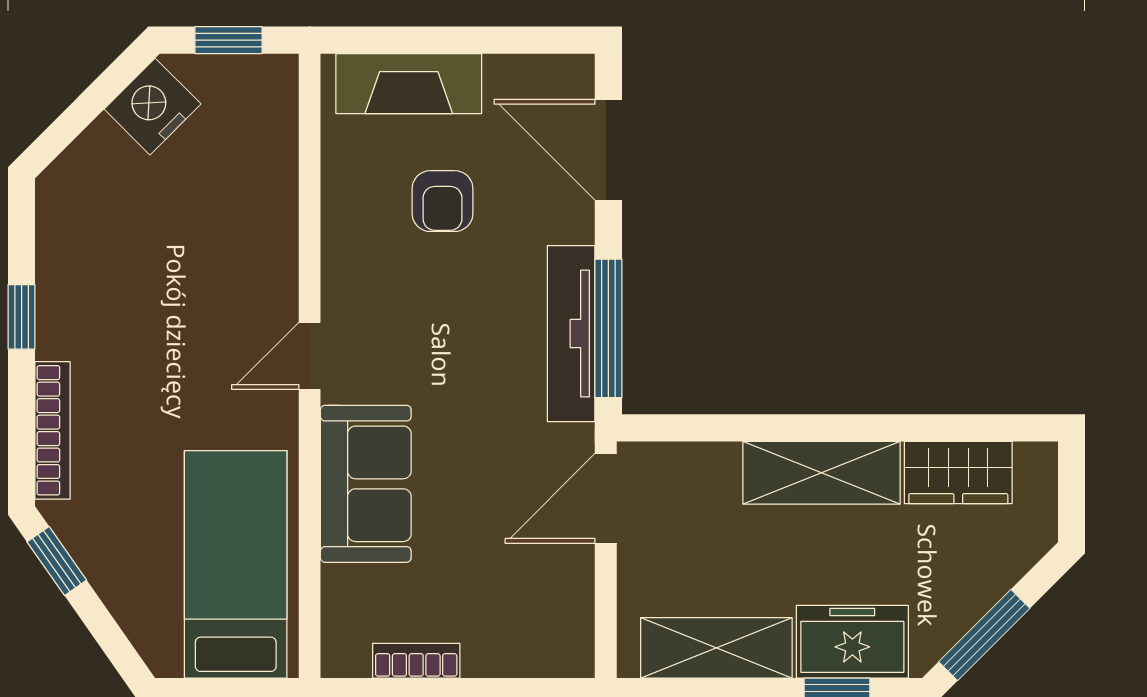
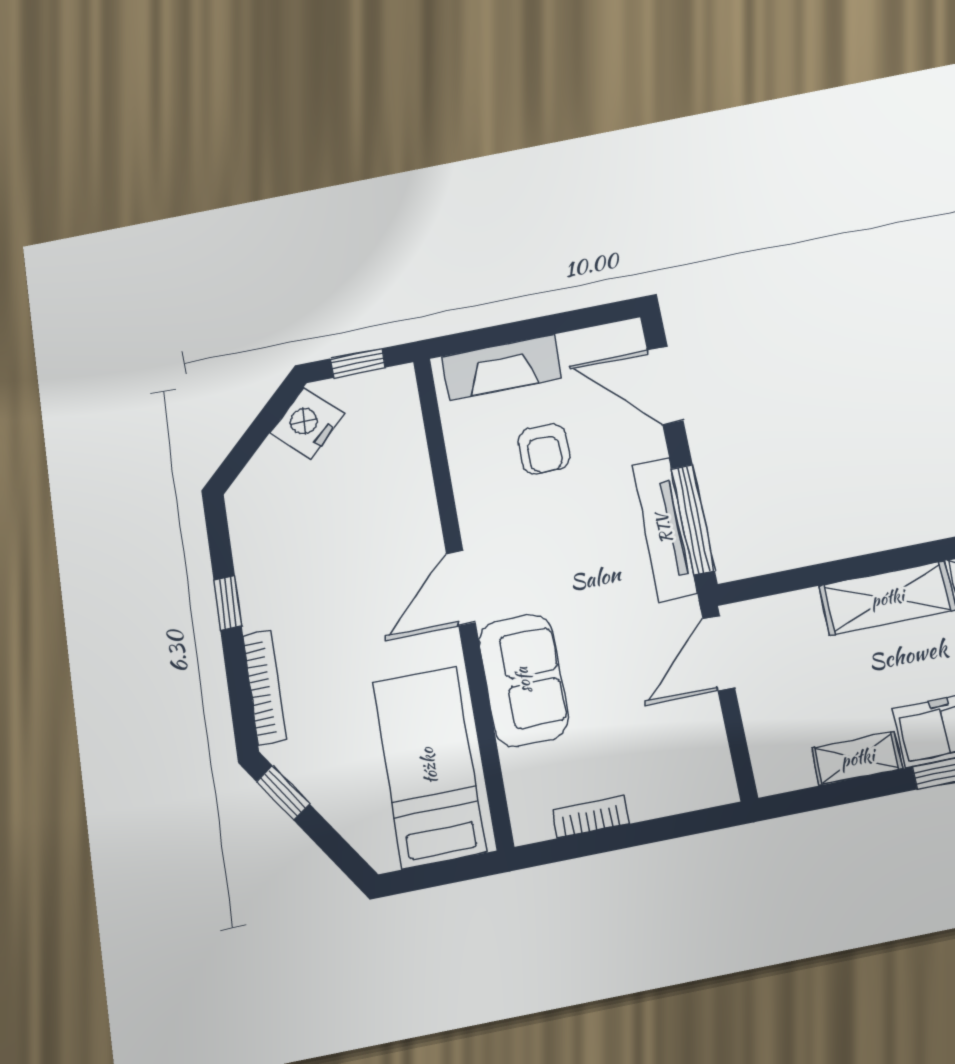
door: (310, 356) -> (461, 588), width x1.38
shelving: (716, 648) -> (857, 758), width x0.67, depth x0.75

